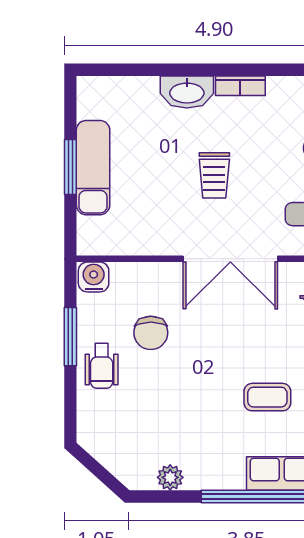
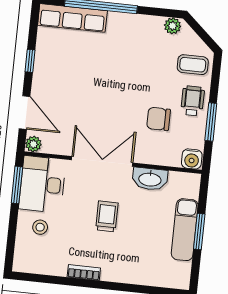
washbasin: (187, 92) -> (150, 179), moved, turned 180
chair: (151, 333) -> (159, 119), turned -90
coffee table: (267, 397) -> (193, 65), moved
plant: (170, 477) -> (173, 26), moved

